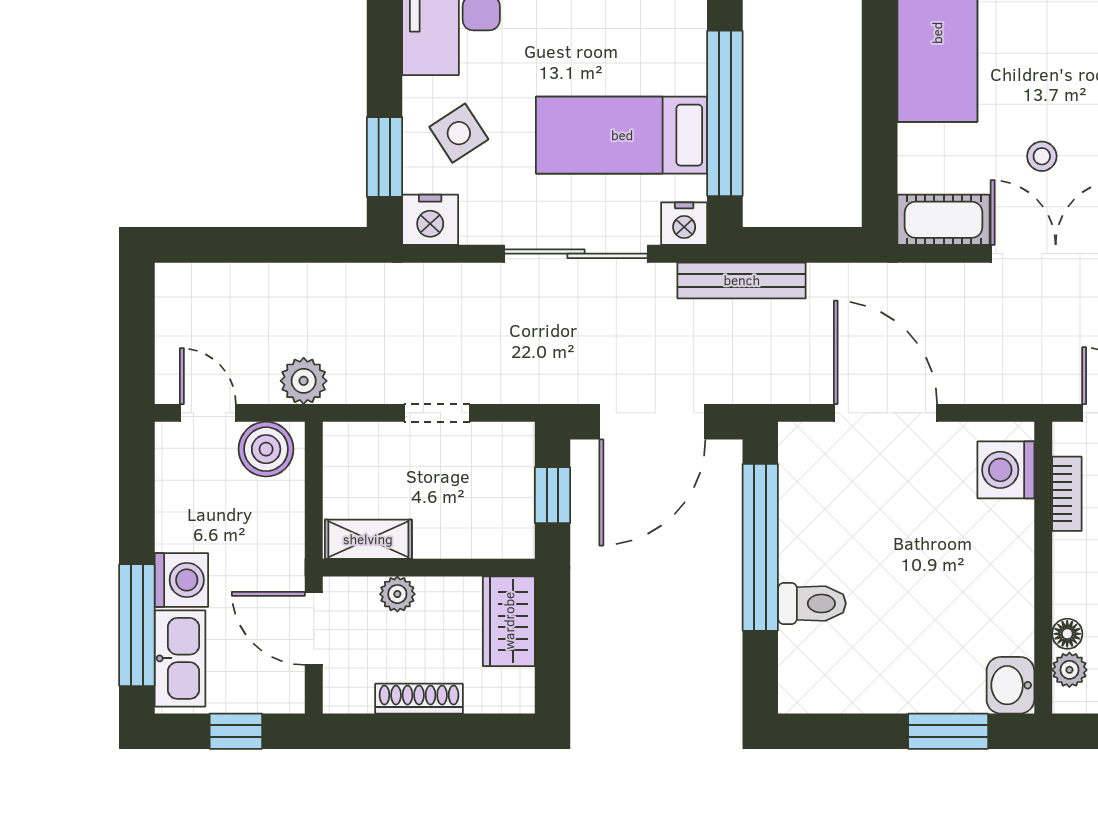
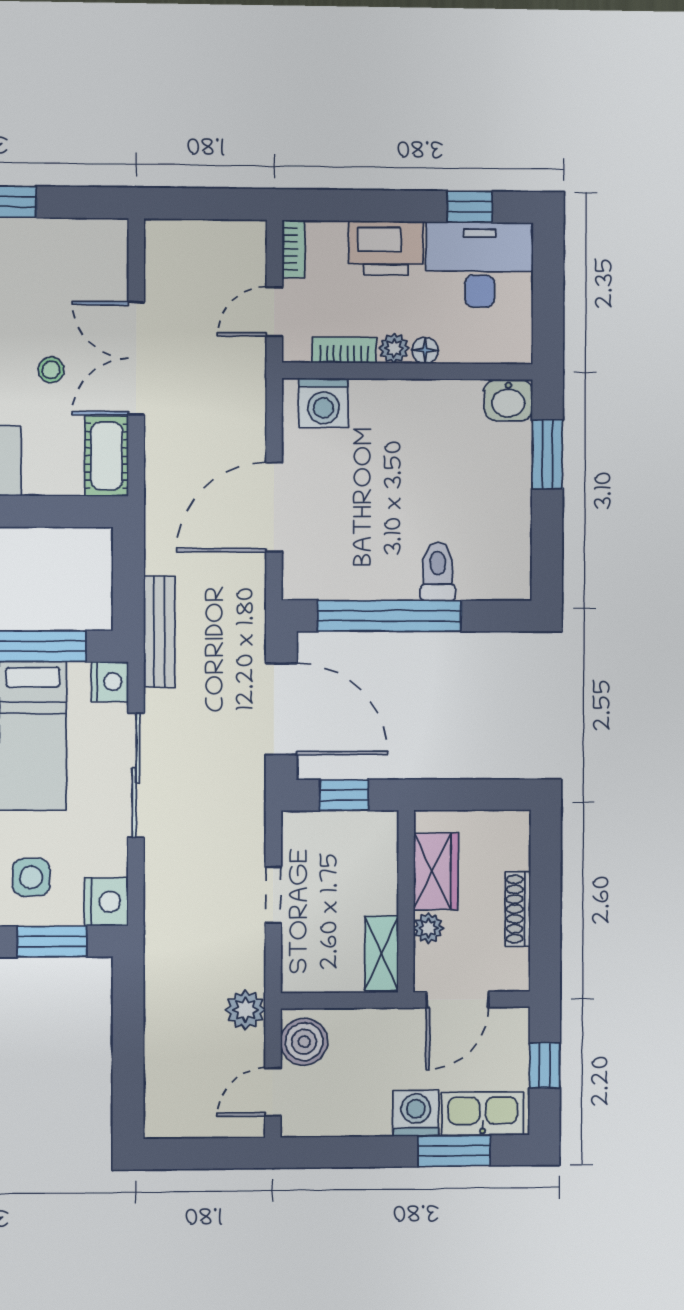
side table: (459, 133) -> (31, 877), turned 33
wardrobe: (509, 621) -> (436, 871), moved, turned -90
window: (137, 625) -> (454, 1151), width x0.69
floor lamp: (1067, 634) -> (425, 350), moved
plant: (1069, 670) -> (394, 348), moved

